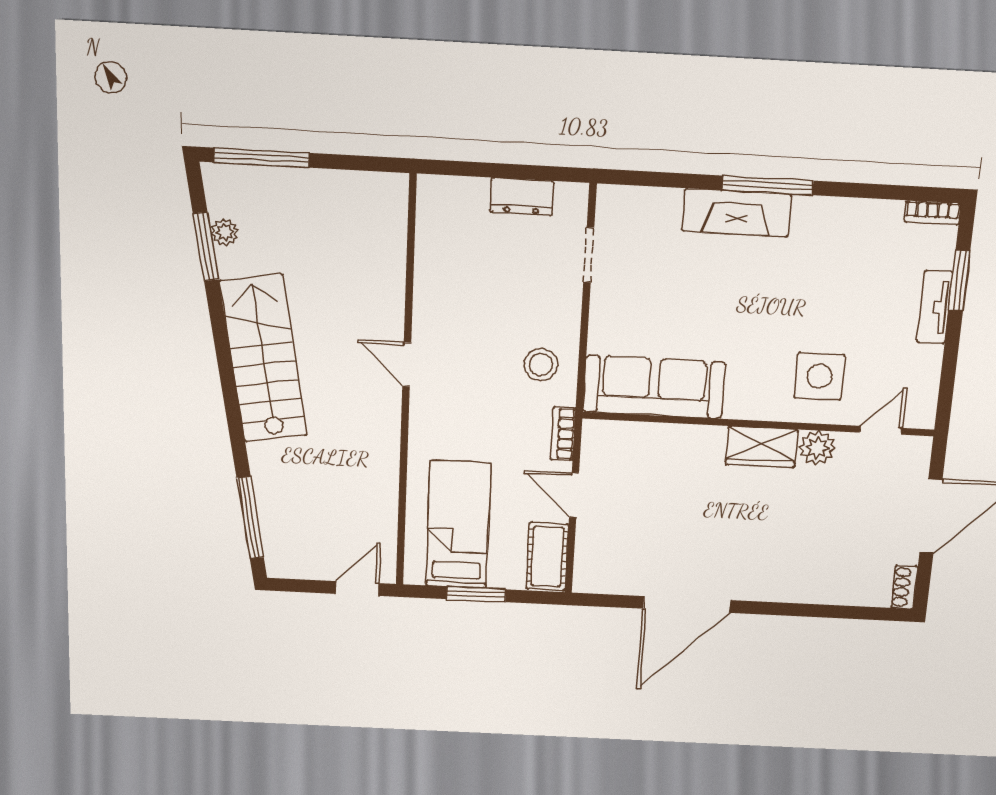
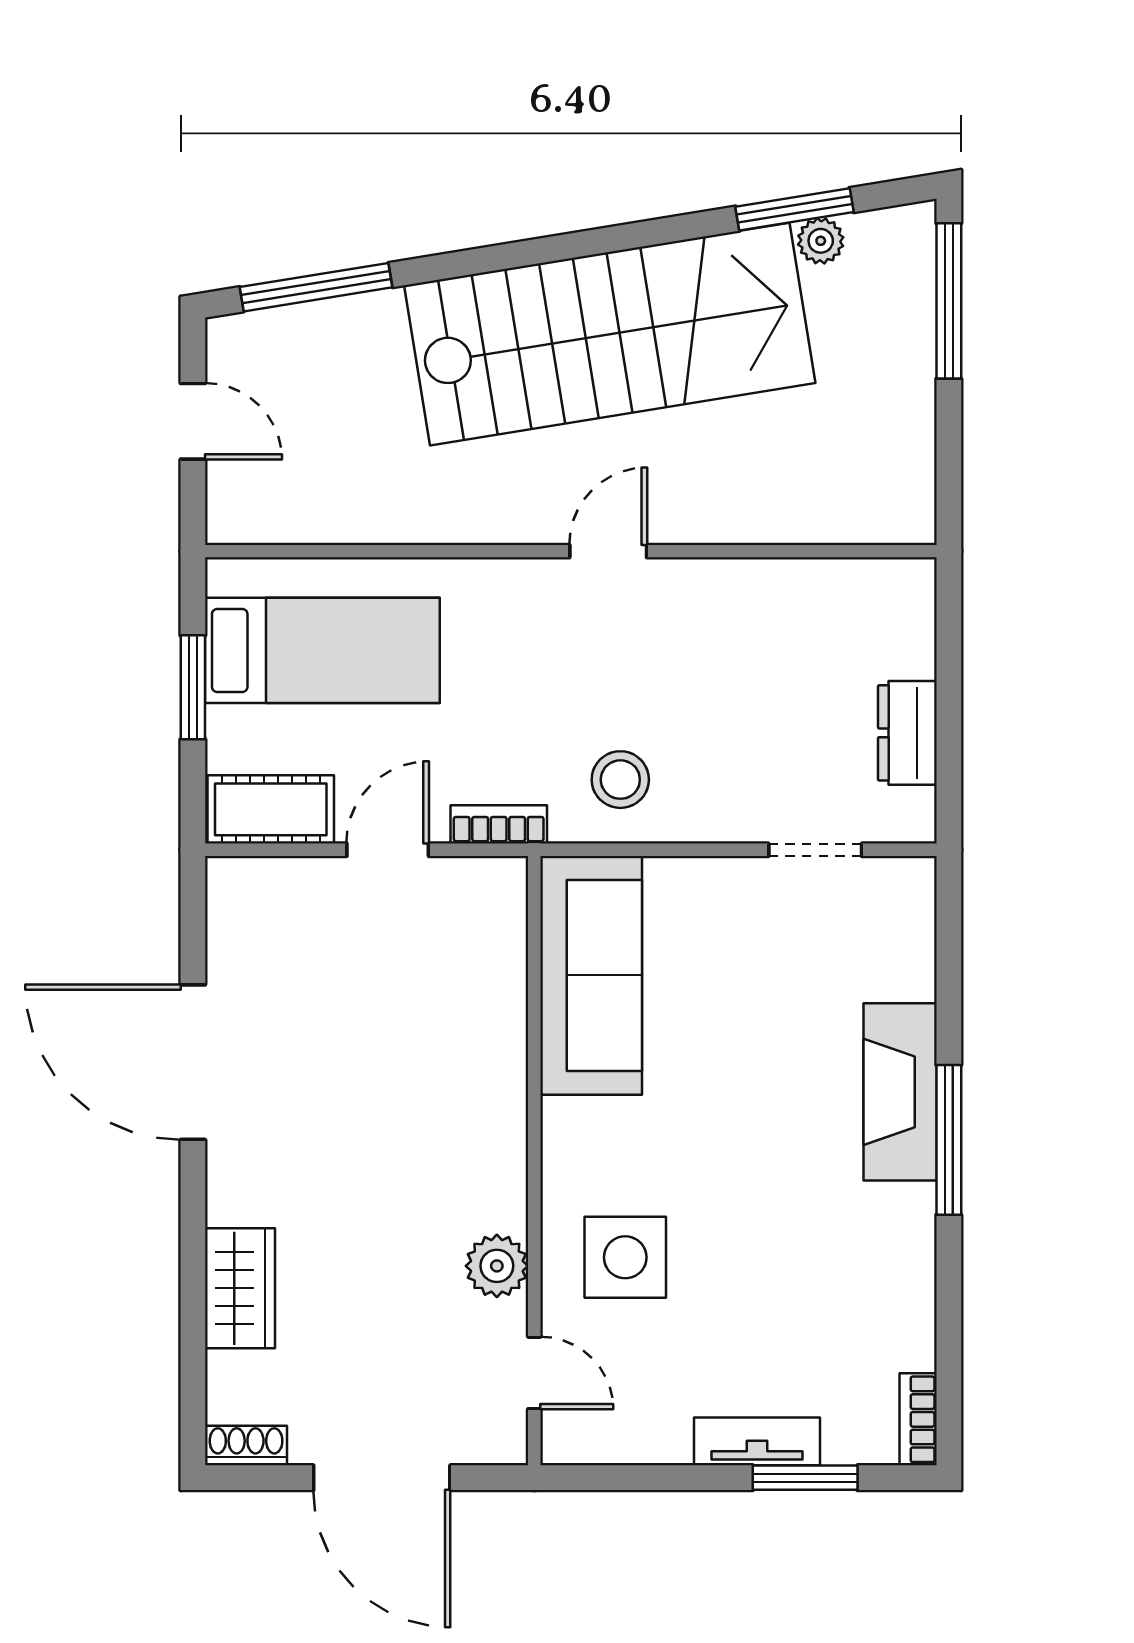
stairs: (263, 359) -> (610, 334), width x1.36, depth x1.51
wardrobe: (762, 447) -> (240, 1288), moved, turned 180
door: (357, 589) -> (193, 421), moved

